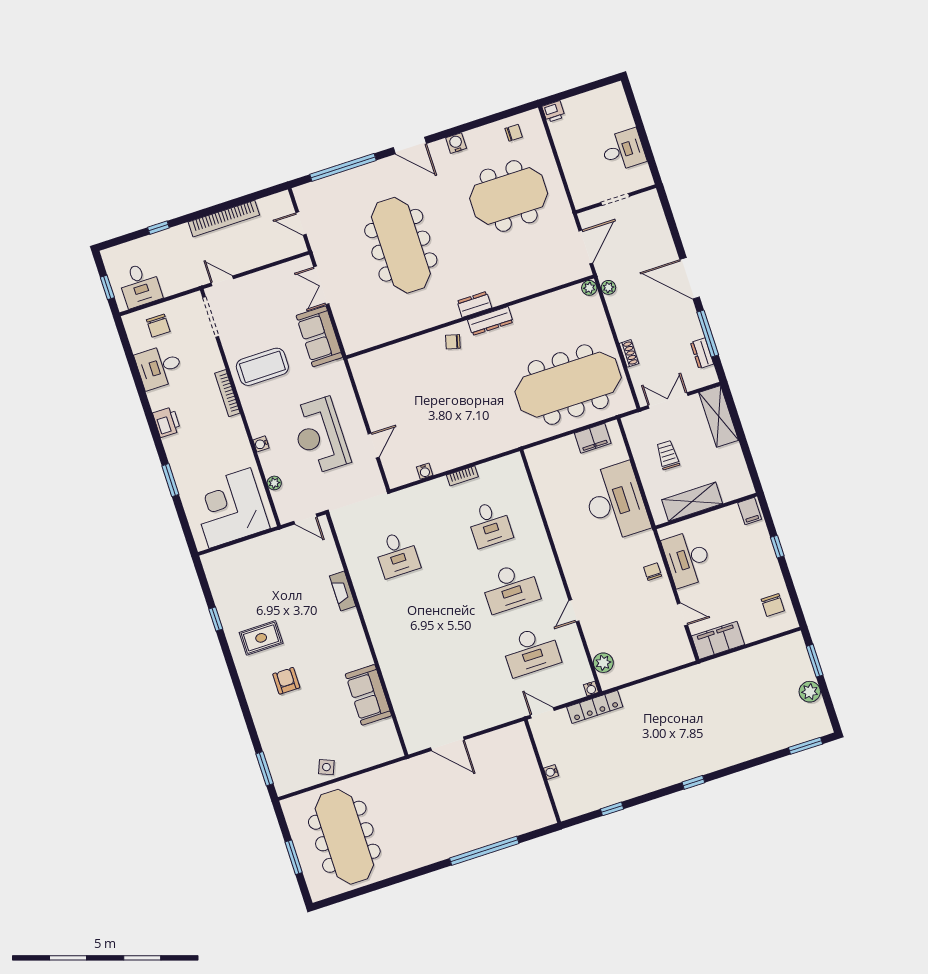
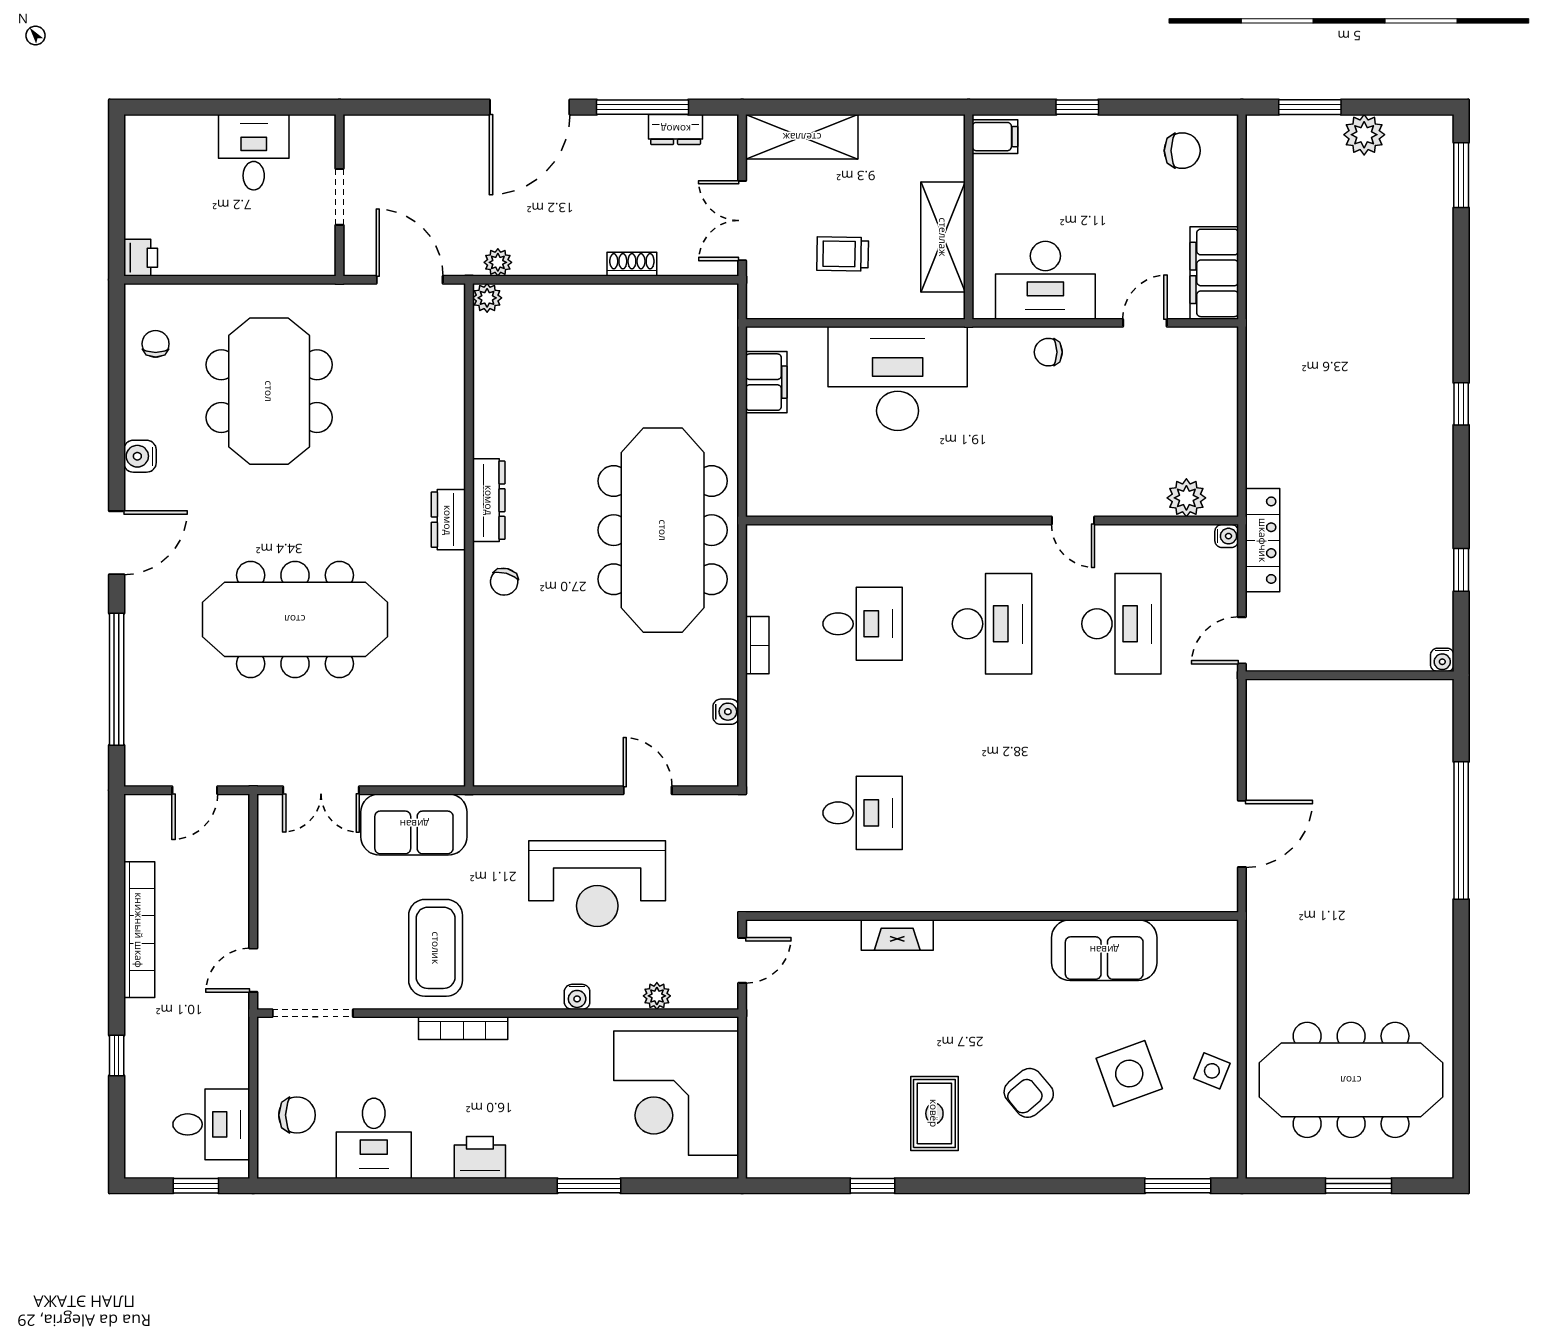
meeting table: (568, 385) -> (663, 530), moved
armchair: (286, 681) -> (1029, 1093), turned -40
side table: (312, 727) -> (1129, 1074), added
water cooler: (551, 772) -> (1442, 660), moved

